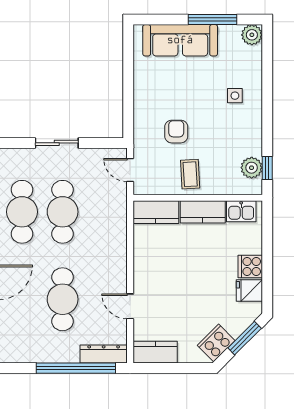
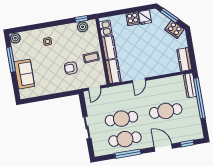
sofa: (180, 40) -> (24, 74), width x0.73
door: (130, 306) -> (139, 80), moved

